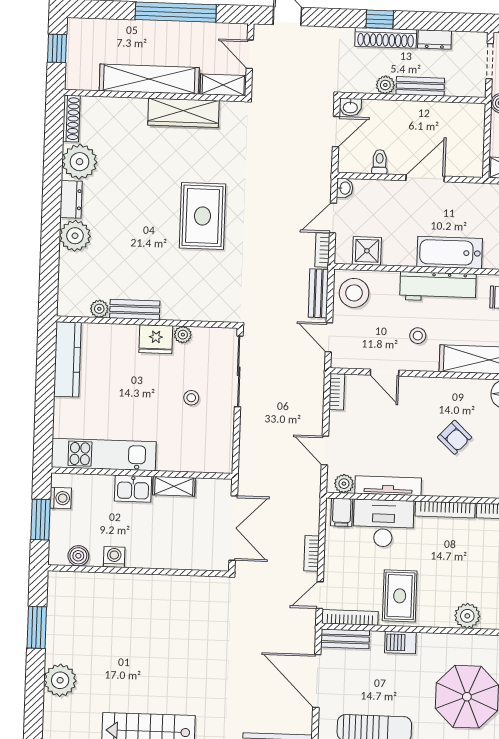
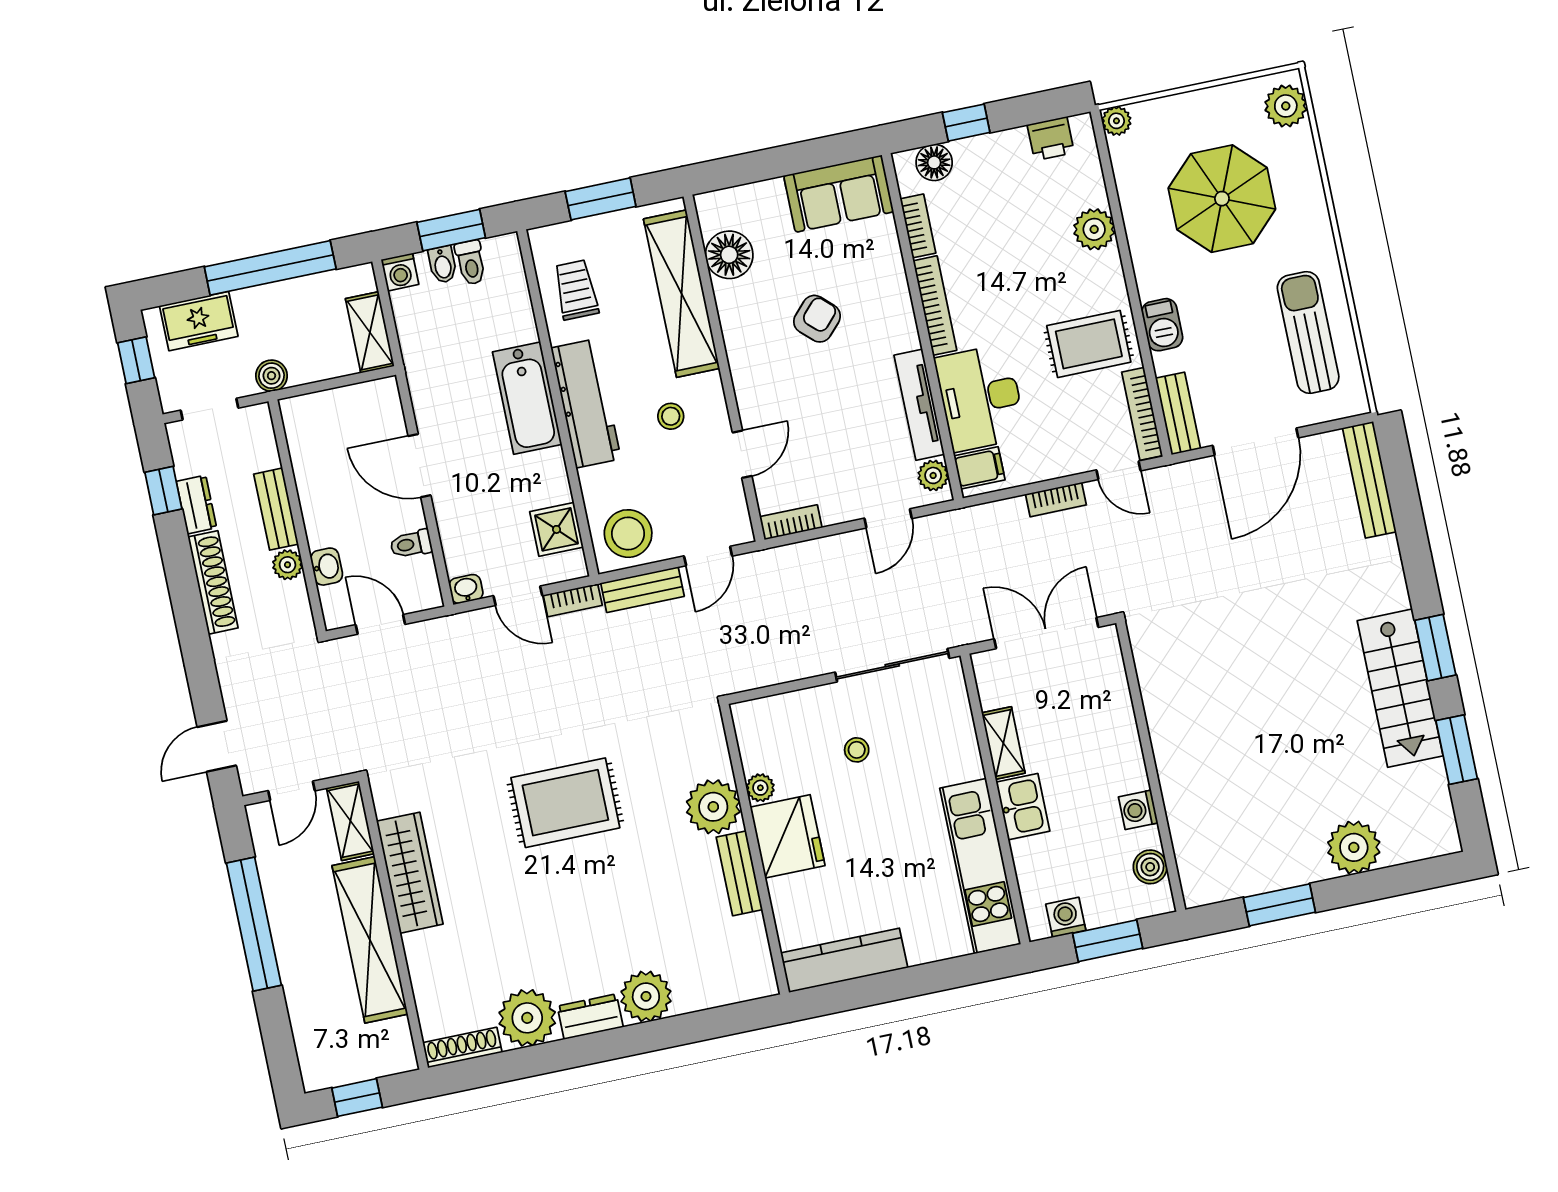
window: (380, 19) -> (163, 491), moved
washbasin: (350, 107) -> (327, 567), moved
plant: (99, 309) -> (713, 807), moved, width x1.88, depth x1.88
fridge: (156, 339) -> (788, 836), width x1.36, depth x1.34
sliding door: (239, 371) -> (892, 665), moved

